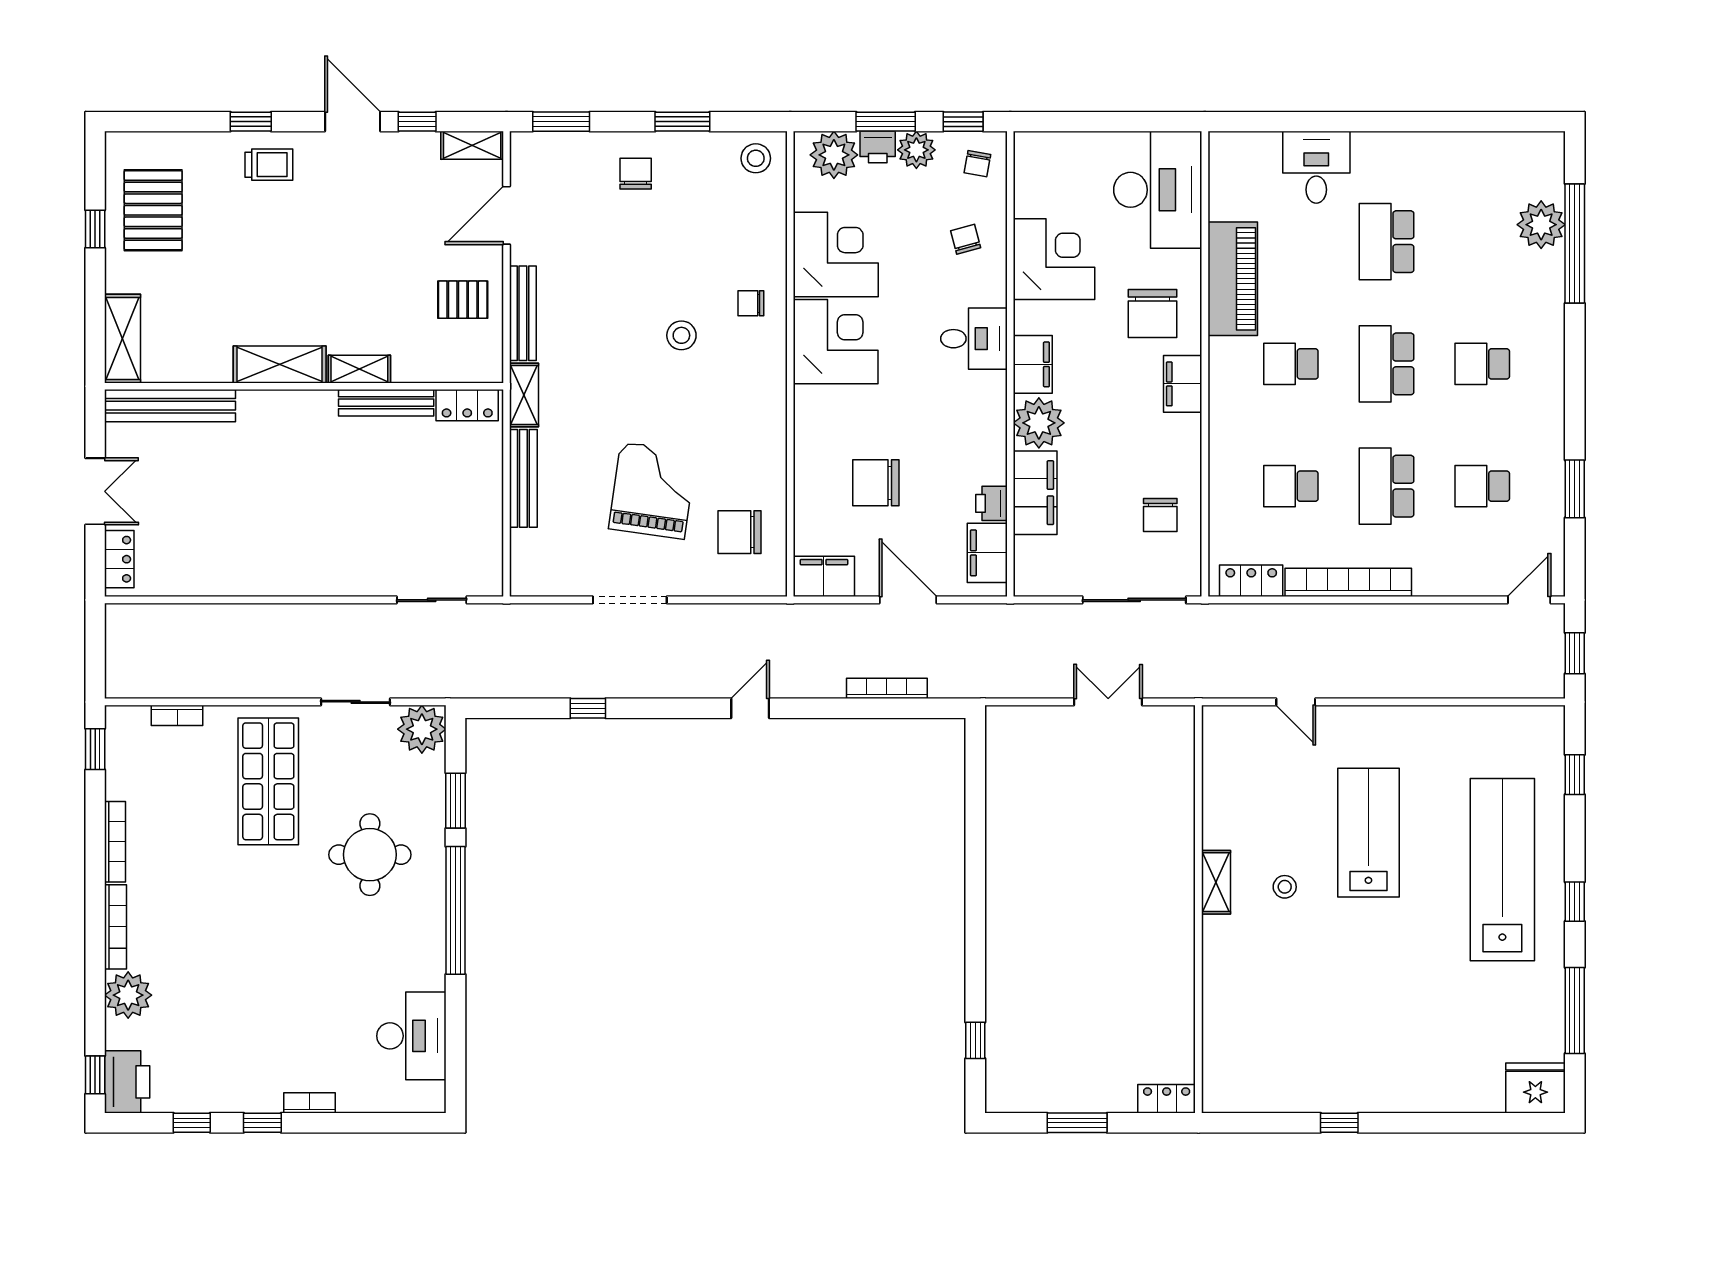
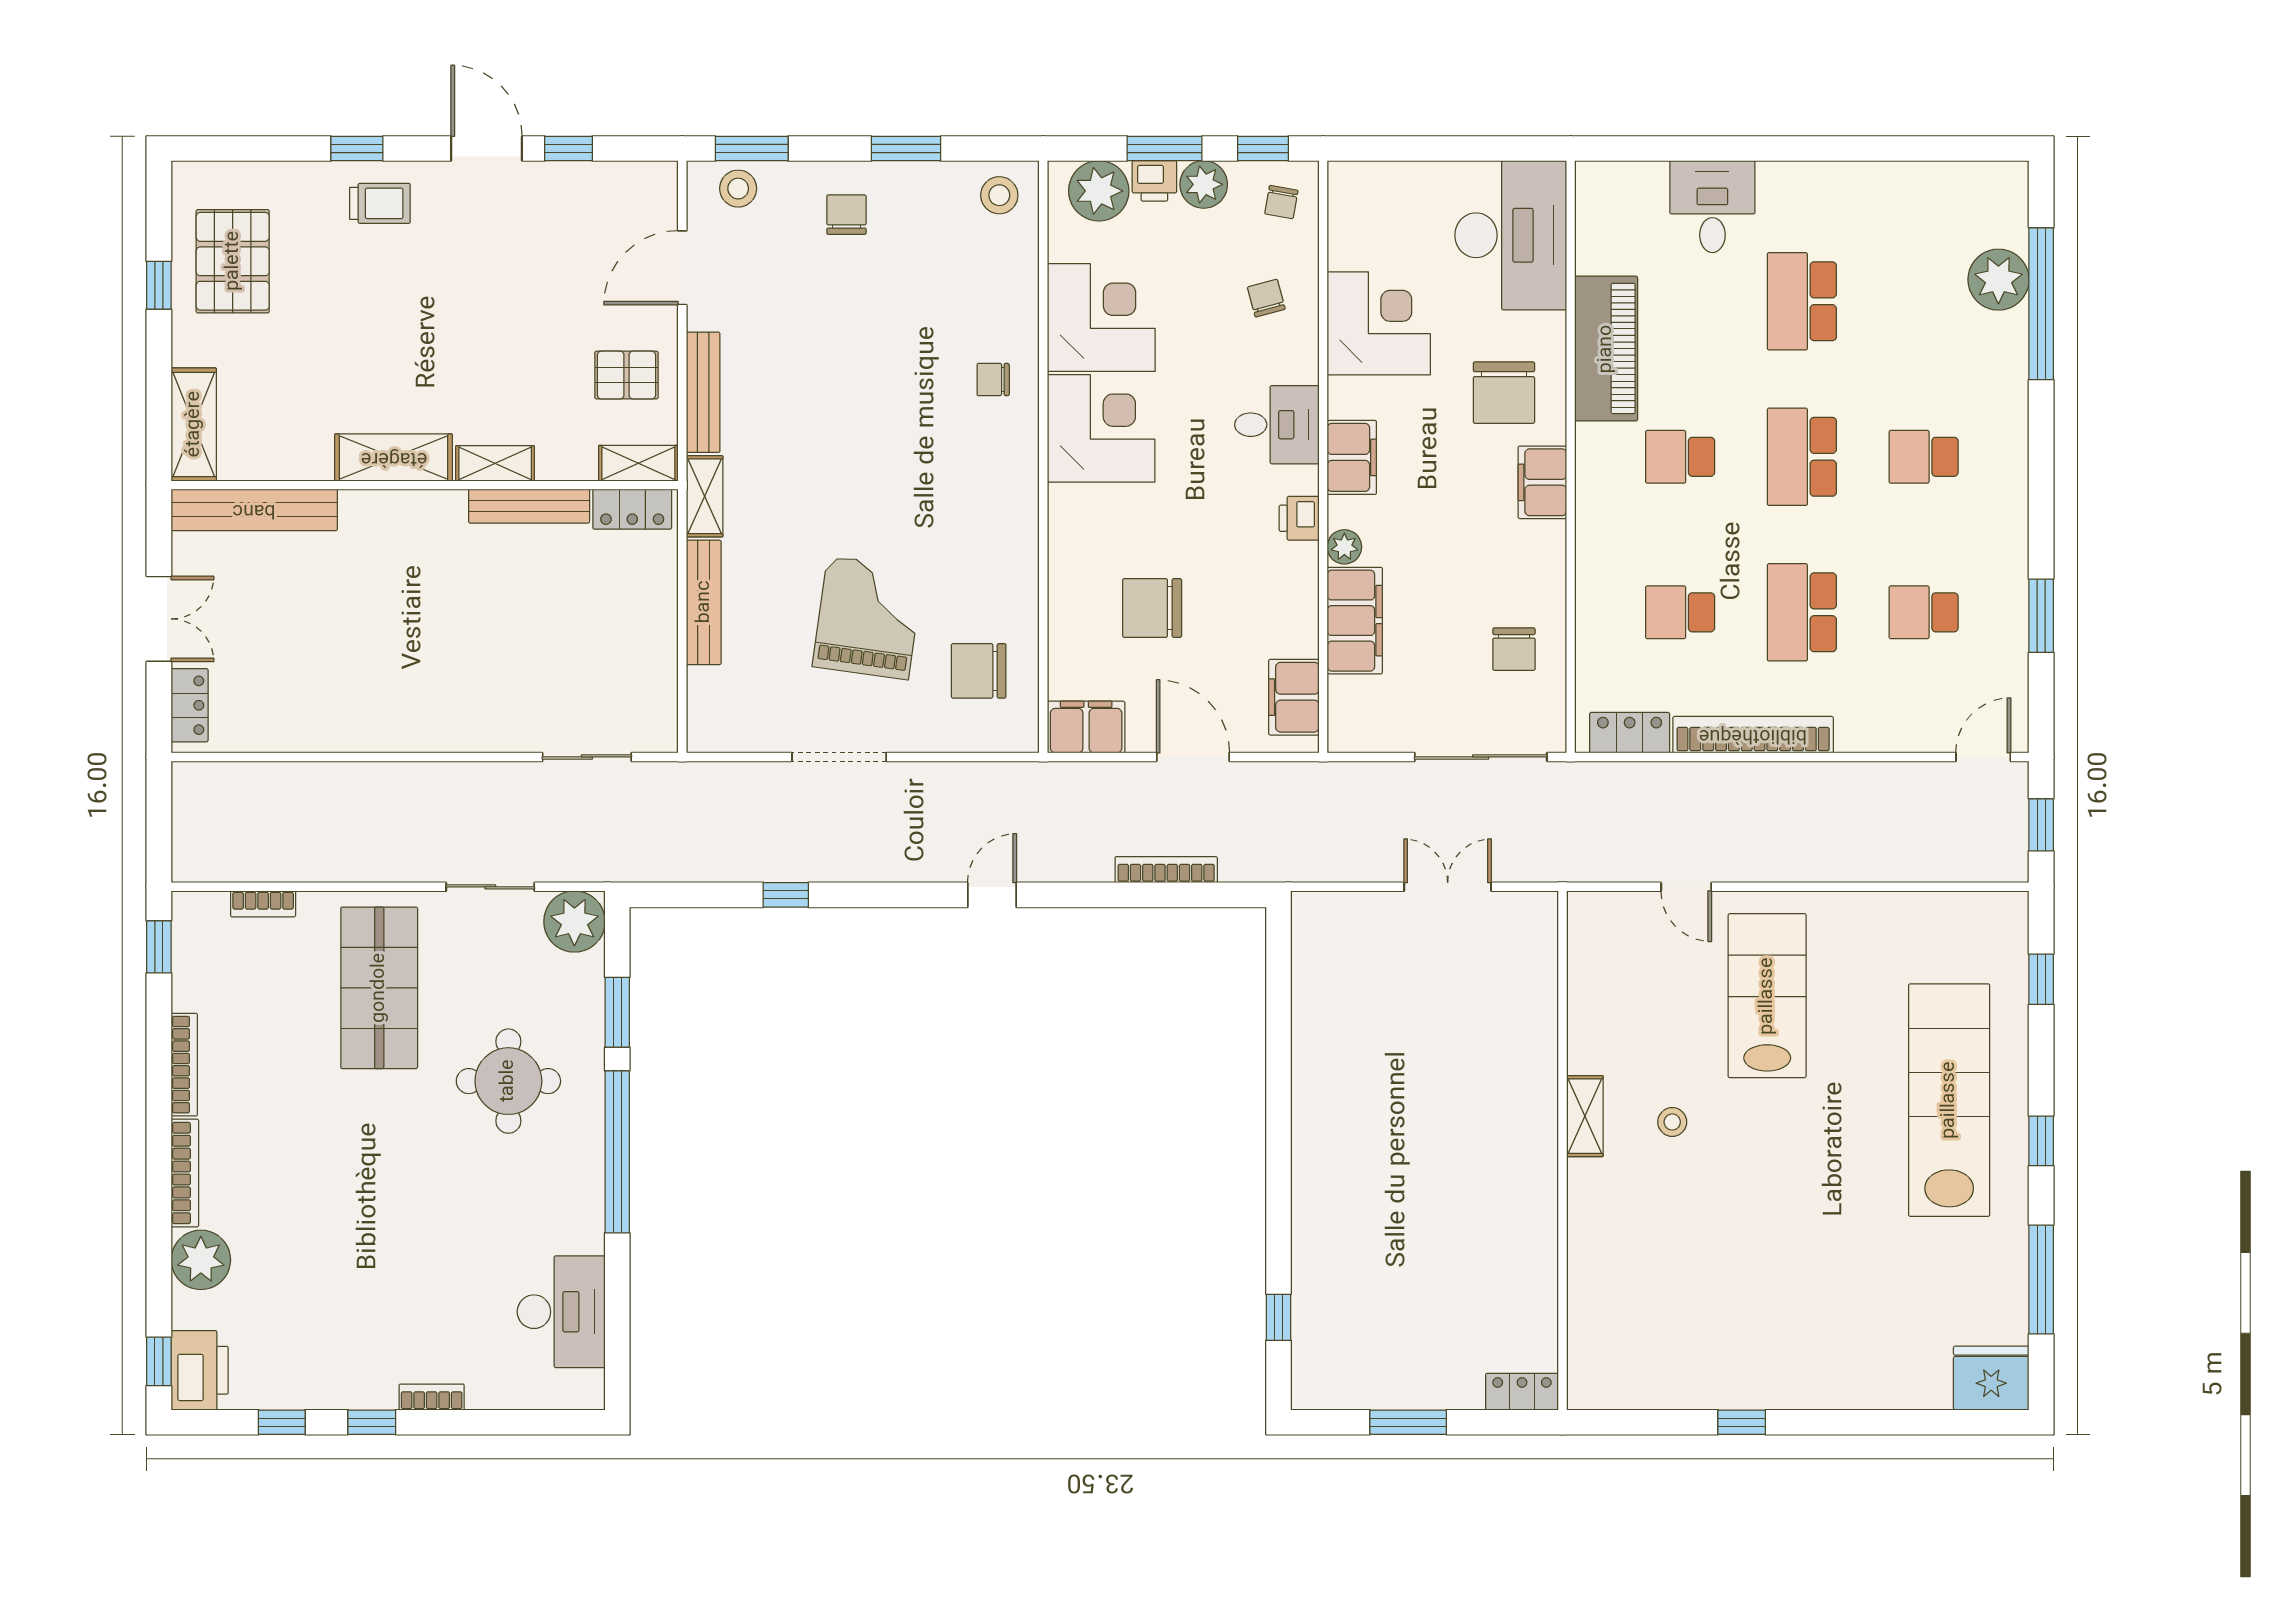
shelving: (472, 145) -> (638, 463), moved
stool: (681, 335) -> (738, 189), moved
plant: (1039, 423) -> (1344, 547), width x0.53, depth x0.53
printer: (991, 503) -> (1299, 518), moved
lab bench: (1368, 833) -> (1767, 996), moved

